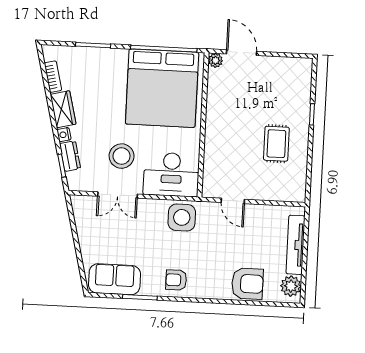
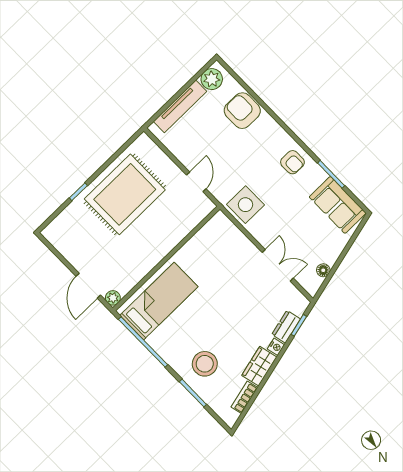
bed: (162, 88) -> (159, 301), width x0.49
rug: (276, 144) -> (125, 194), width x1.86, depth x2.06
stool: (122, 156) -> (205, 364), moved
desk: (171, 174) -> (224, 244), removed
floor lamp: (81, 222) -> (323, 270), added

